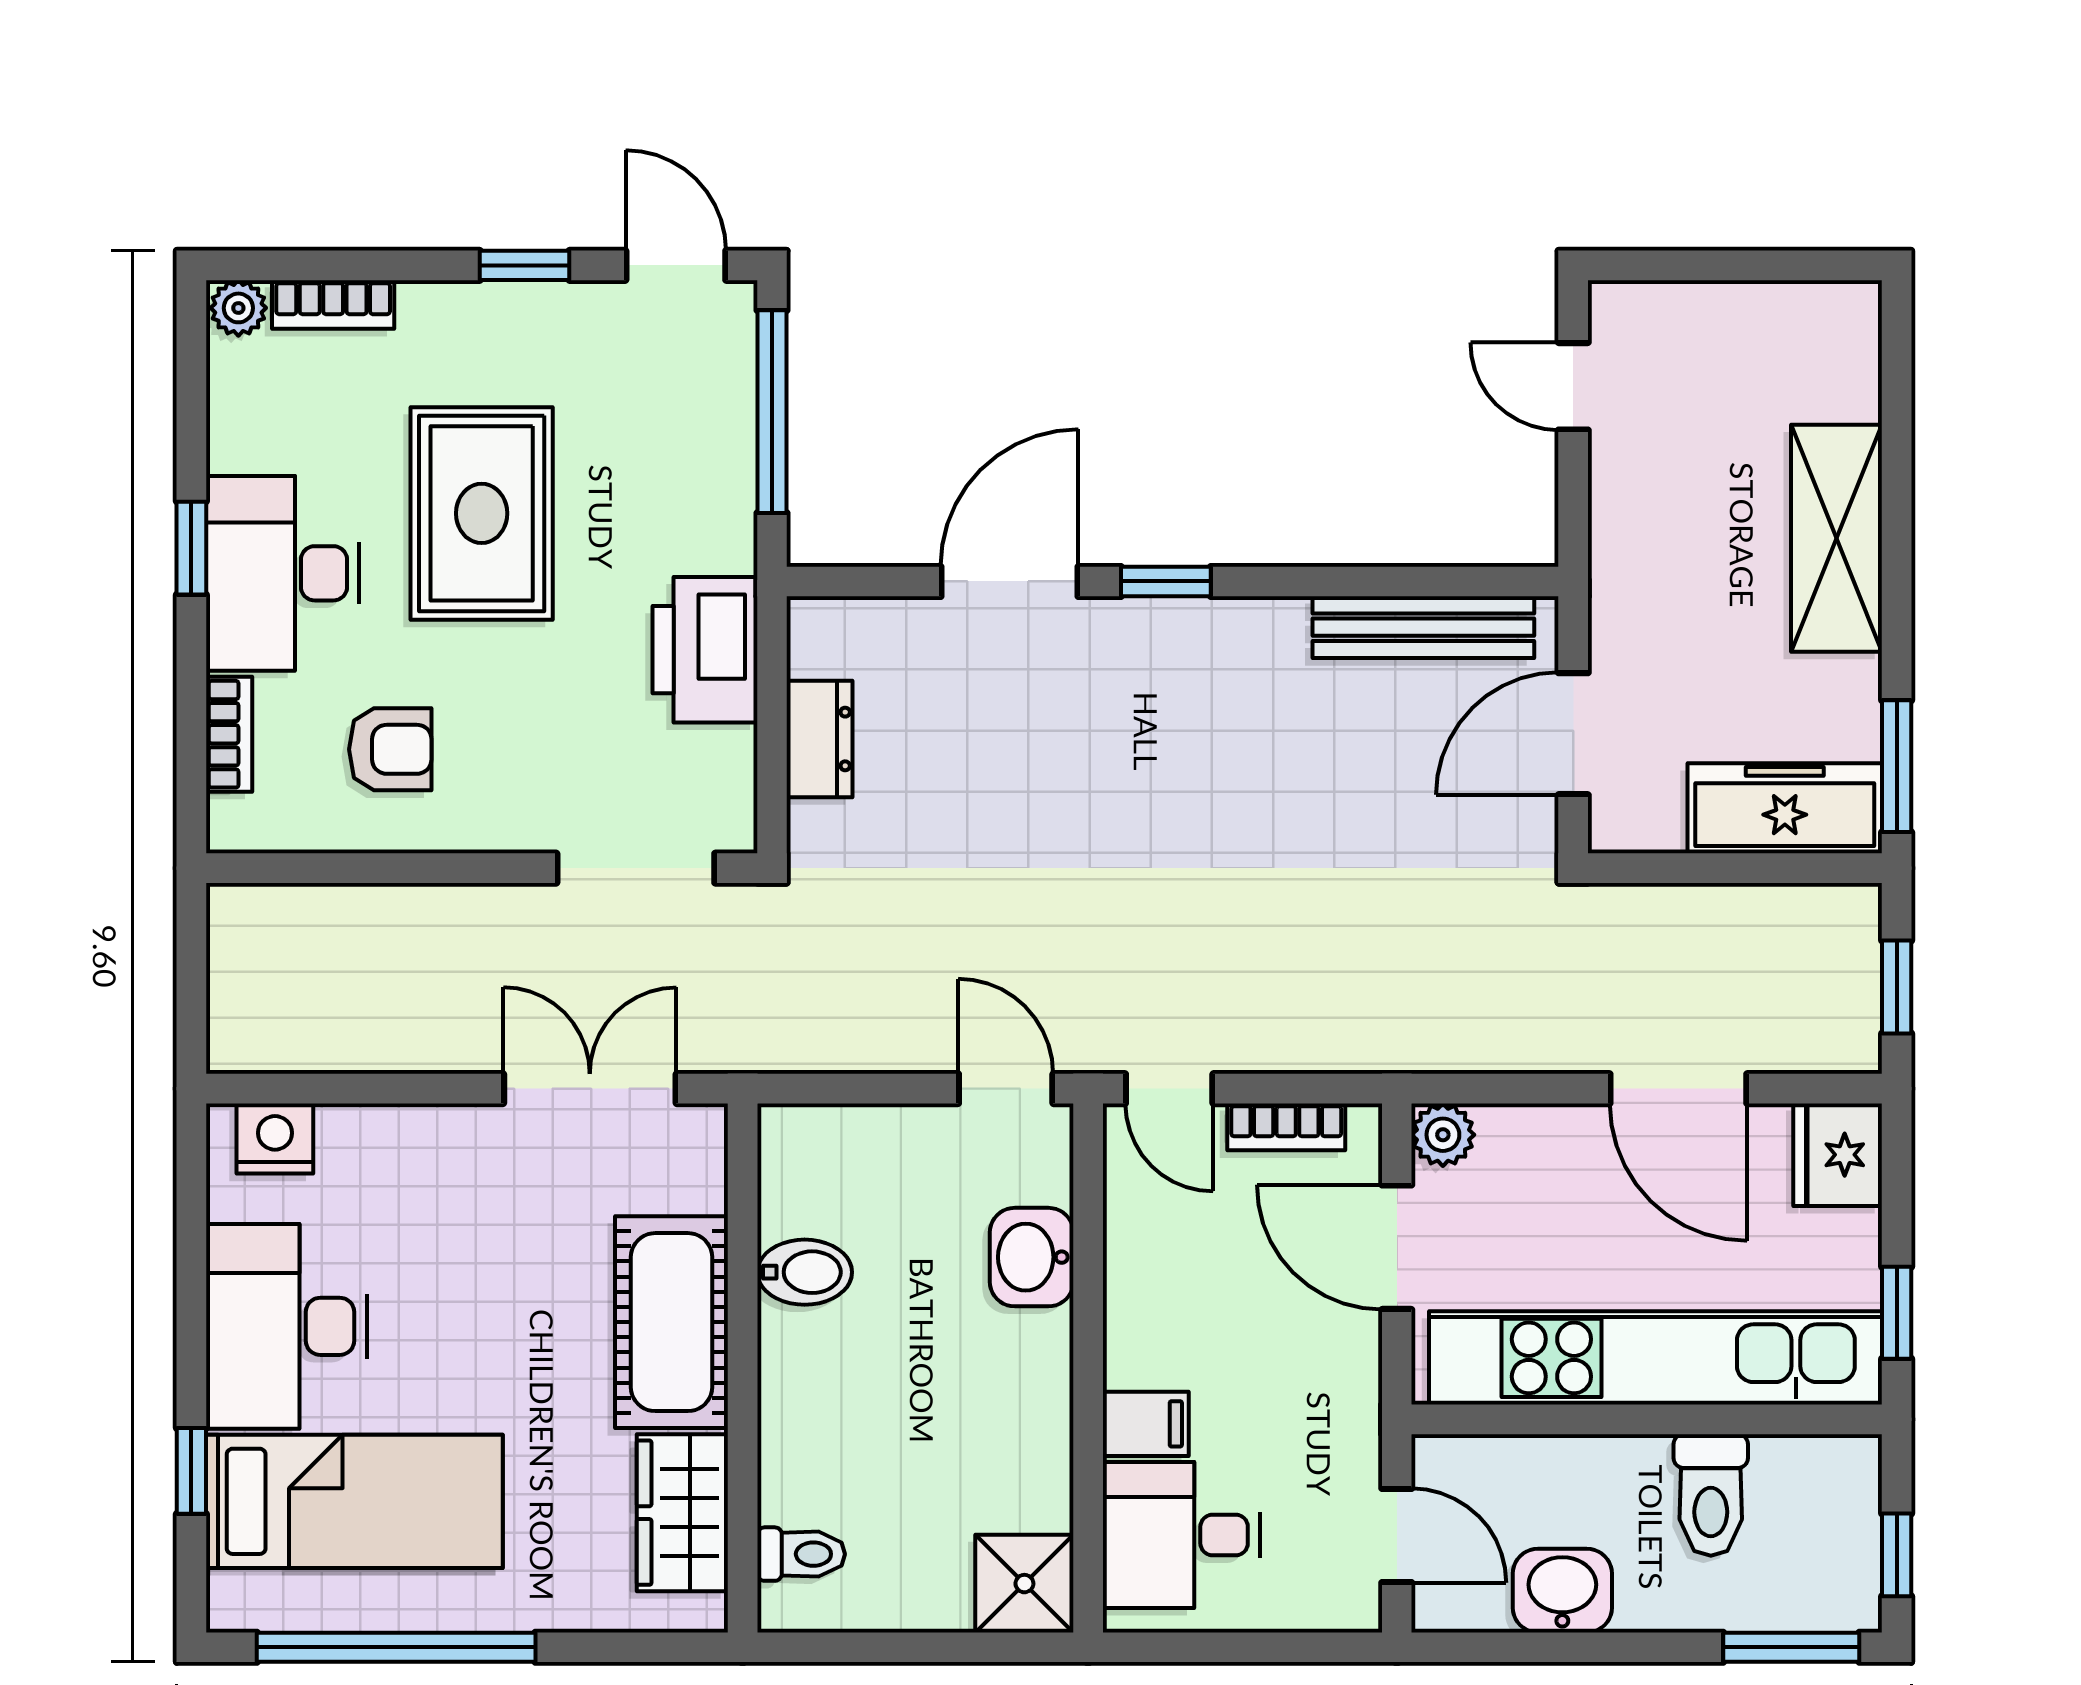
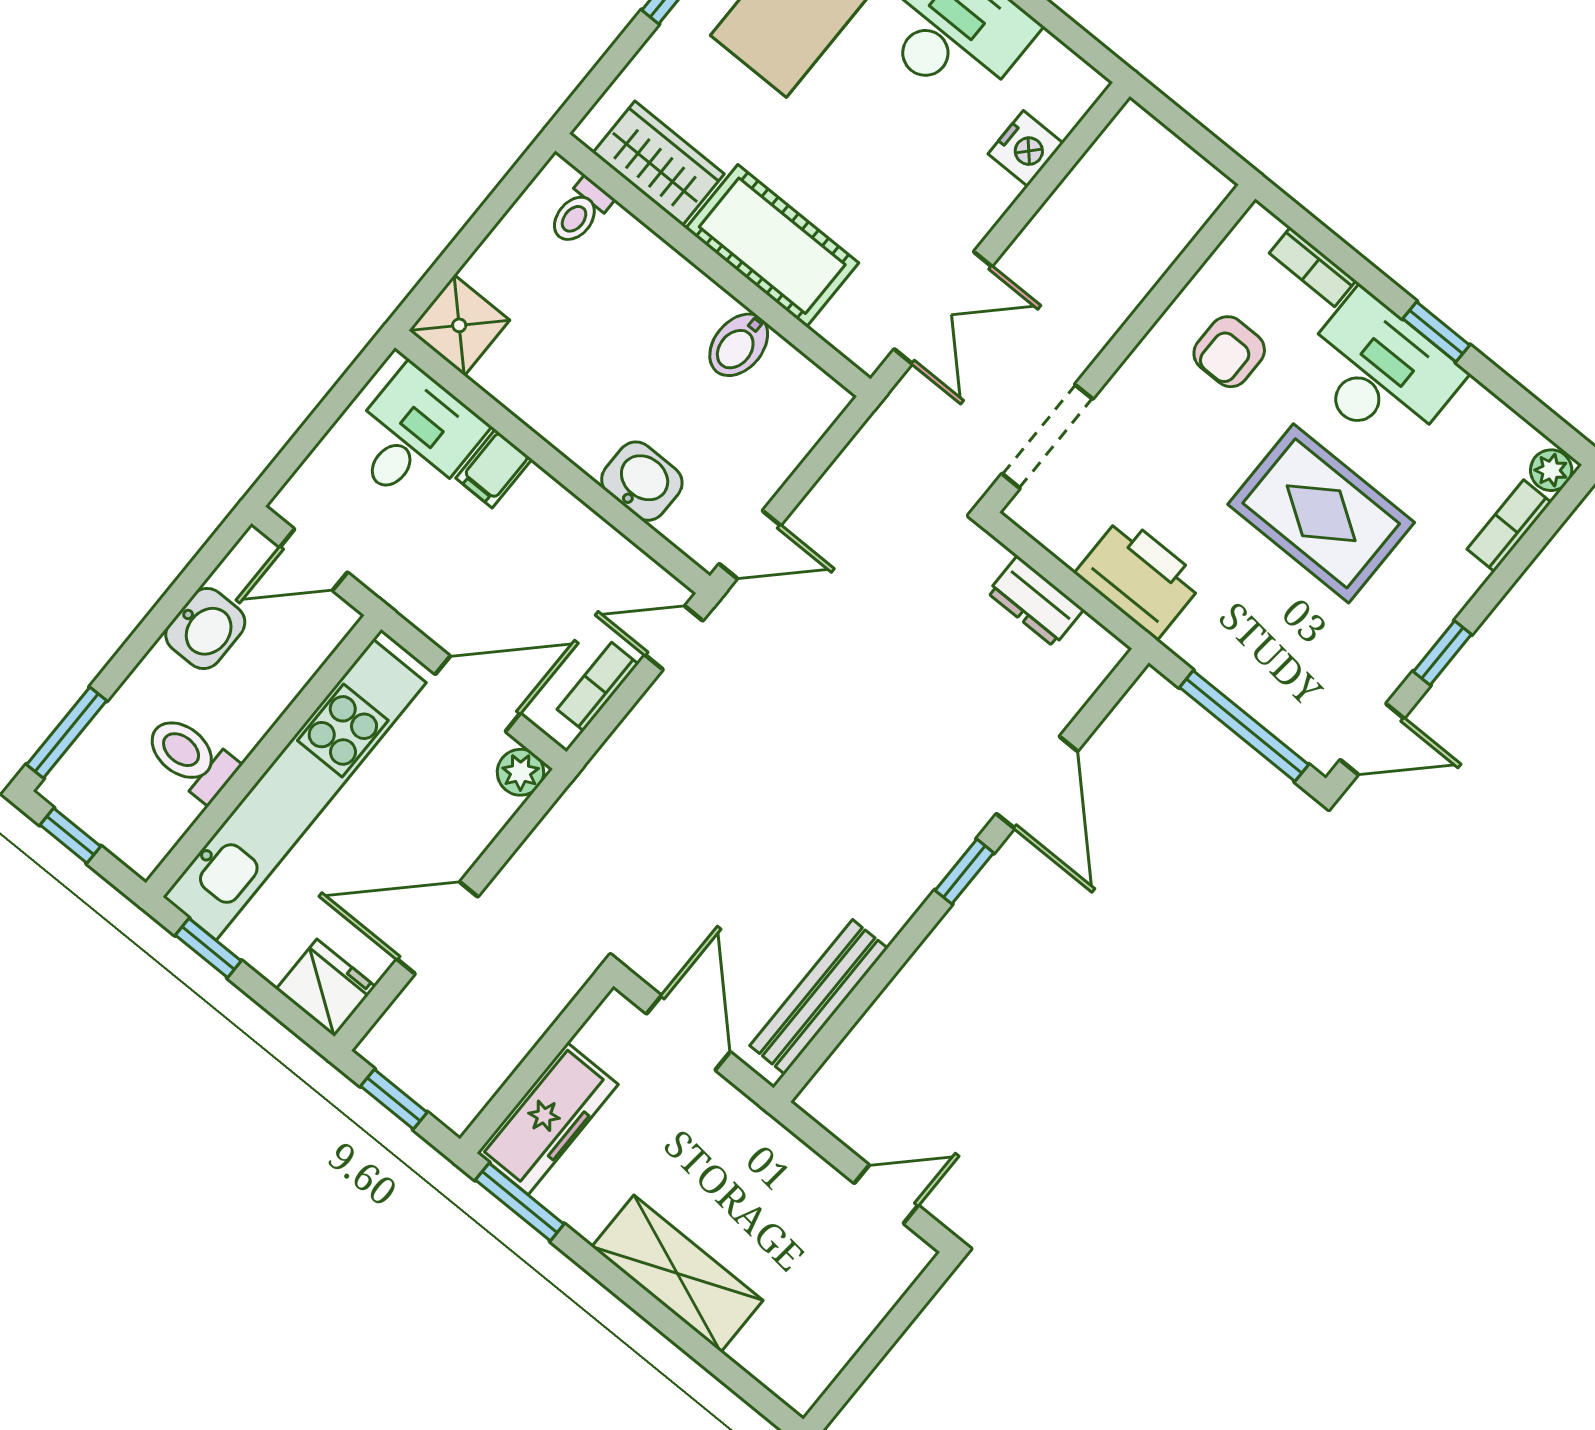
nightstand: (275, 1139) -> (1026, 148), moved

